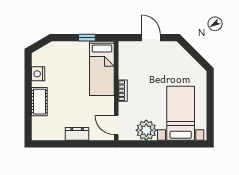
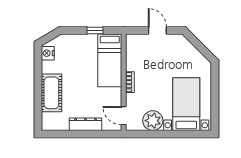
nightstand: (38, 74) -> (48, 53), moved
cot: (39, 102) -> (51, 93), width x1.37, depth x1.34
dresser: (77, 134) -> (85, 124), width x1.44

